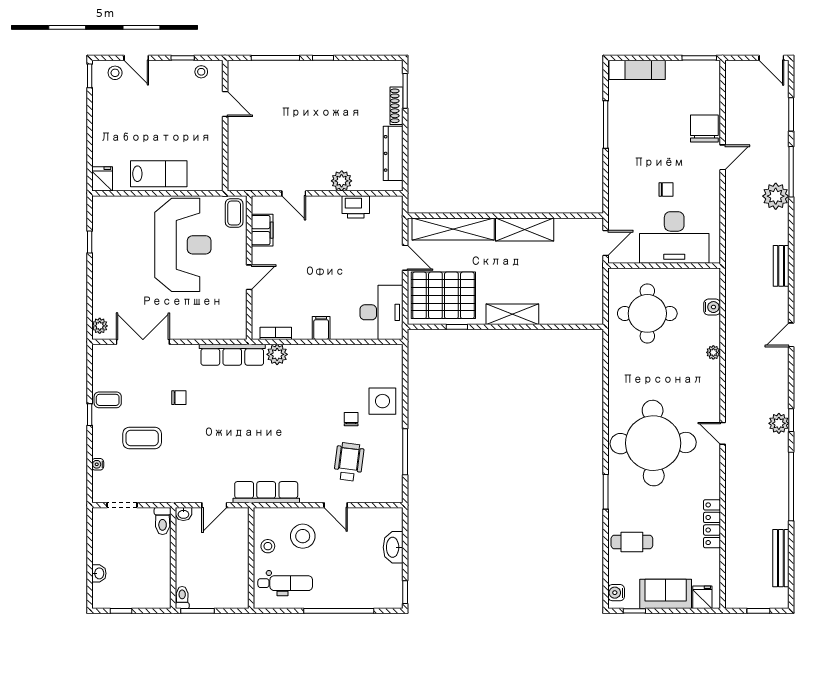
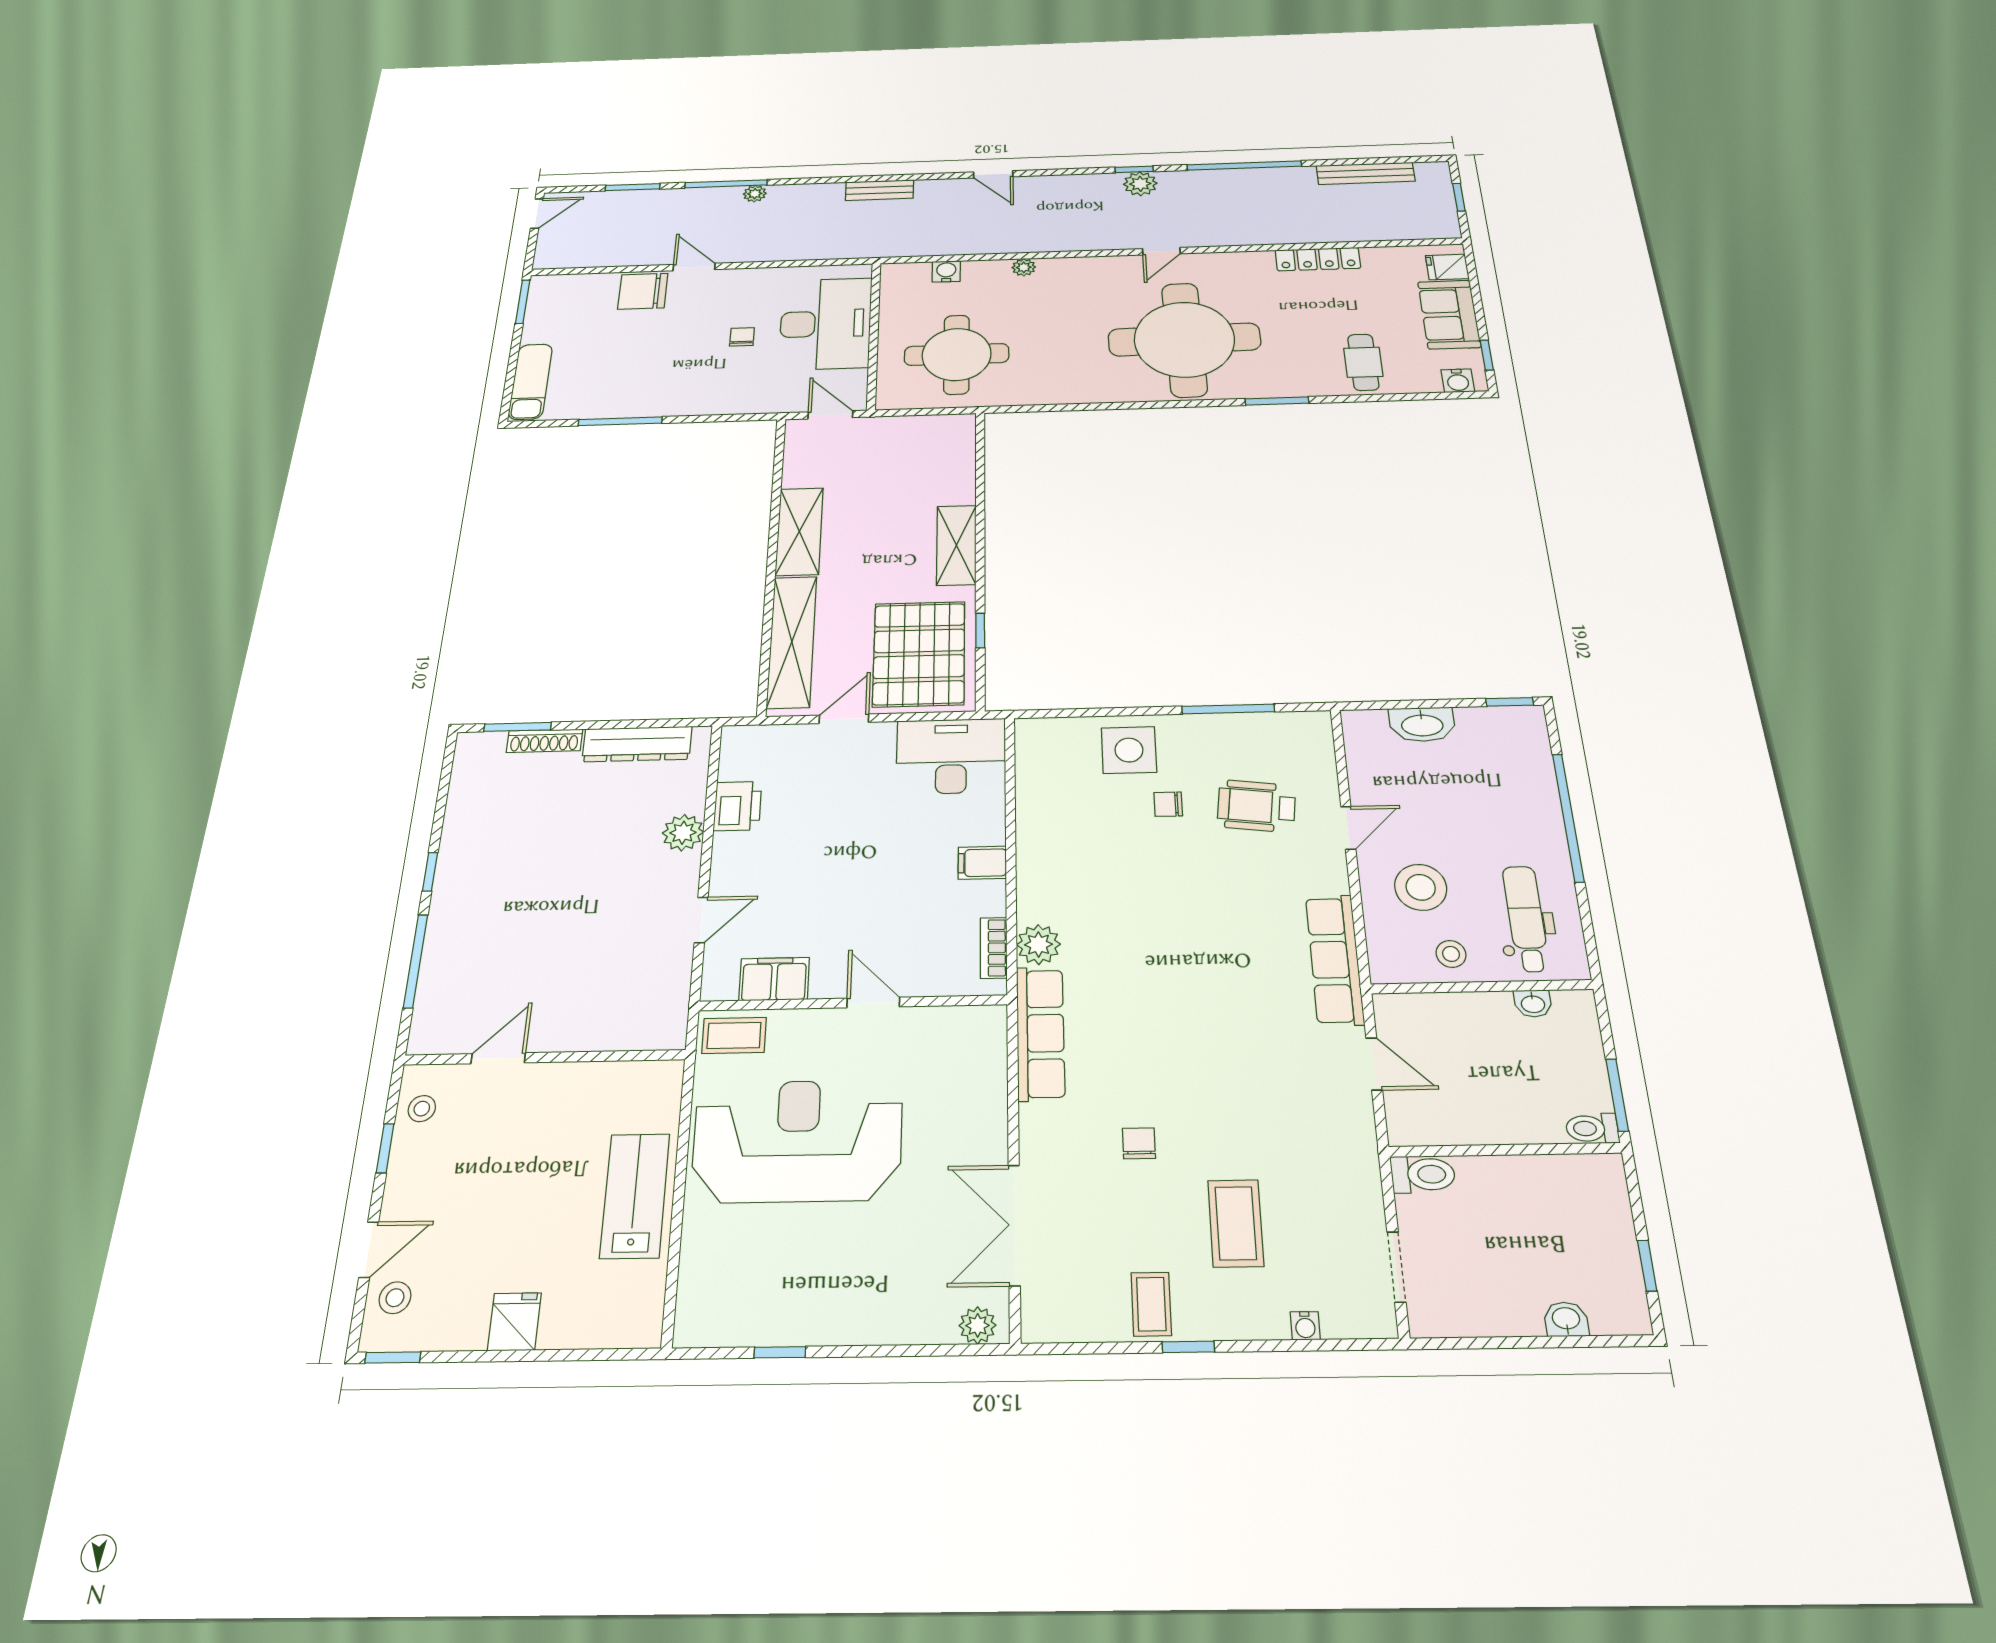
fridge: (102, 179) -> (514, 1322), moved, turned 90
plant: (776, 196) -> (755, 194), width x0.53, depth x0.53
washbasin: (183, 514) -> (1533, 1003), moved, turned 90

